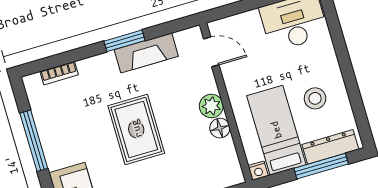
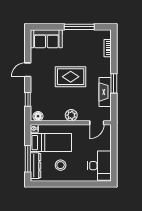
floor lamp: (220, 128) -> (38, 116), moved

